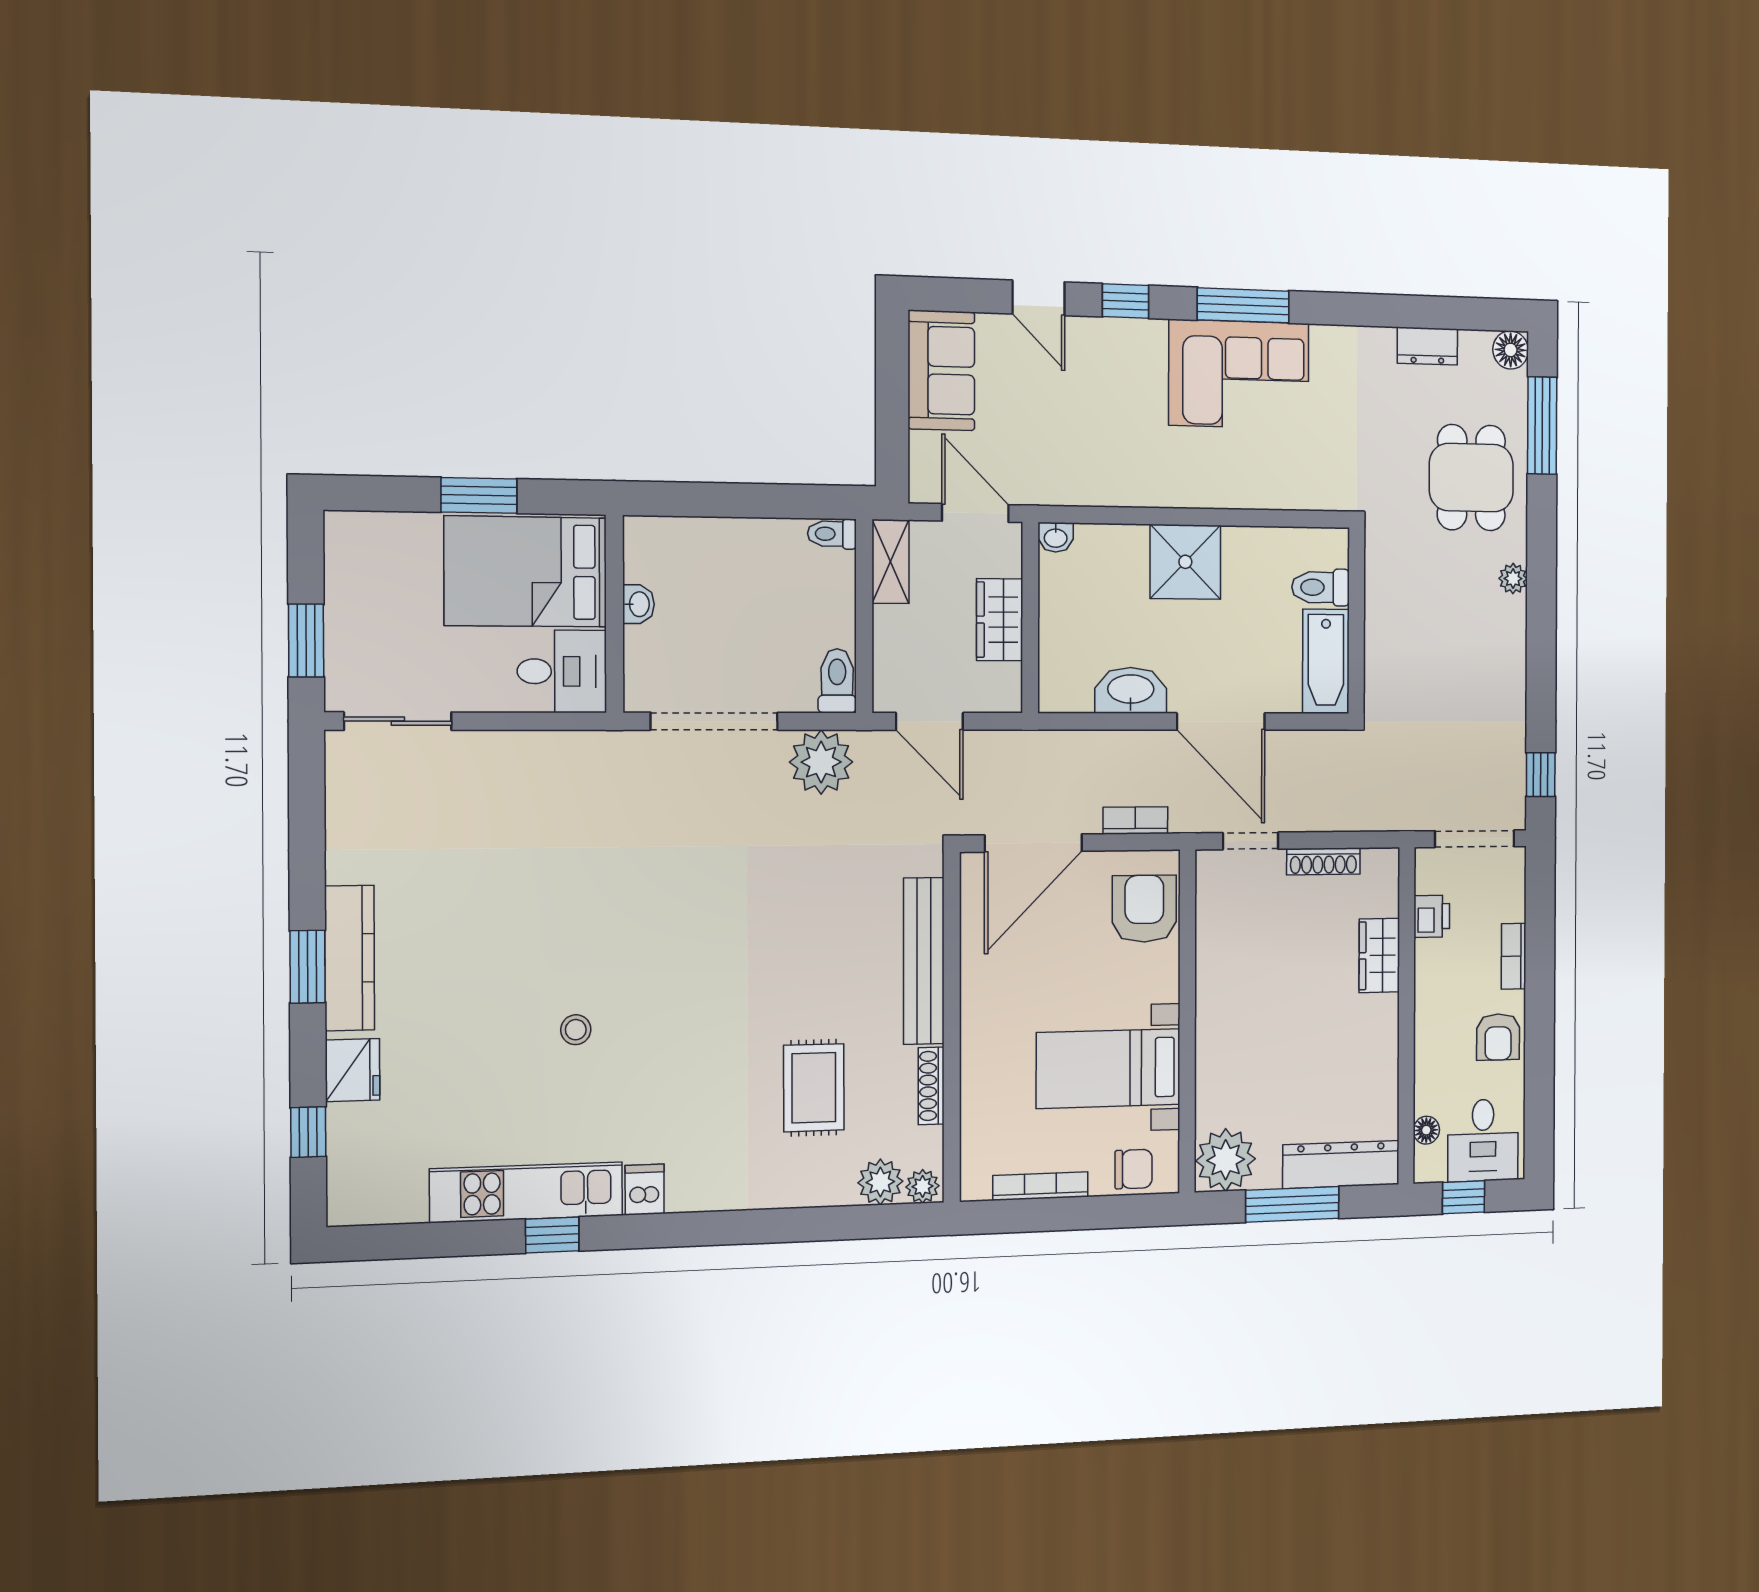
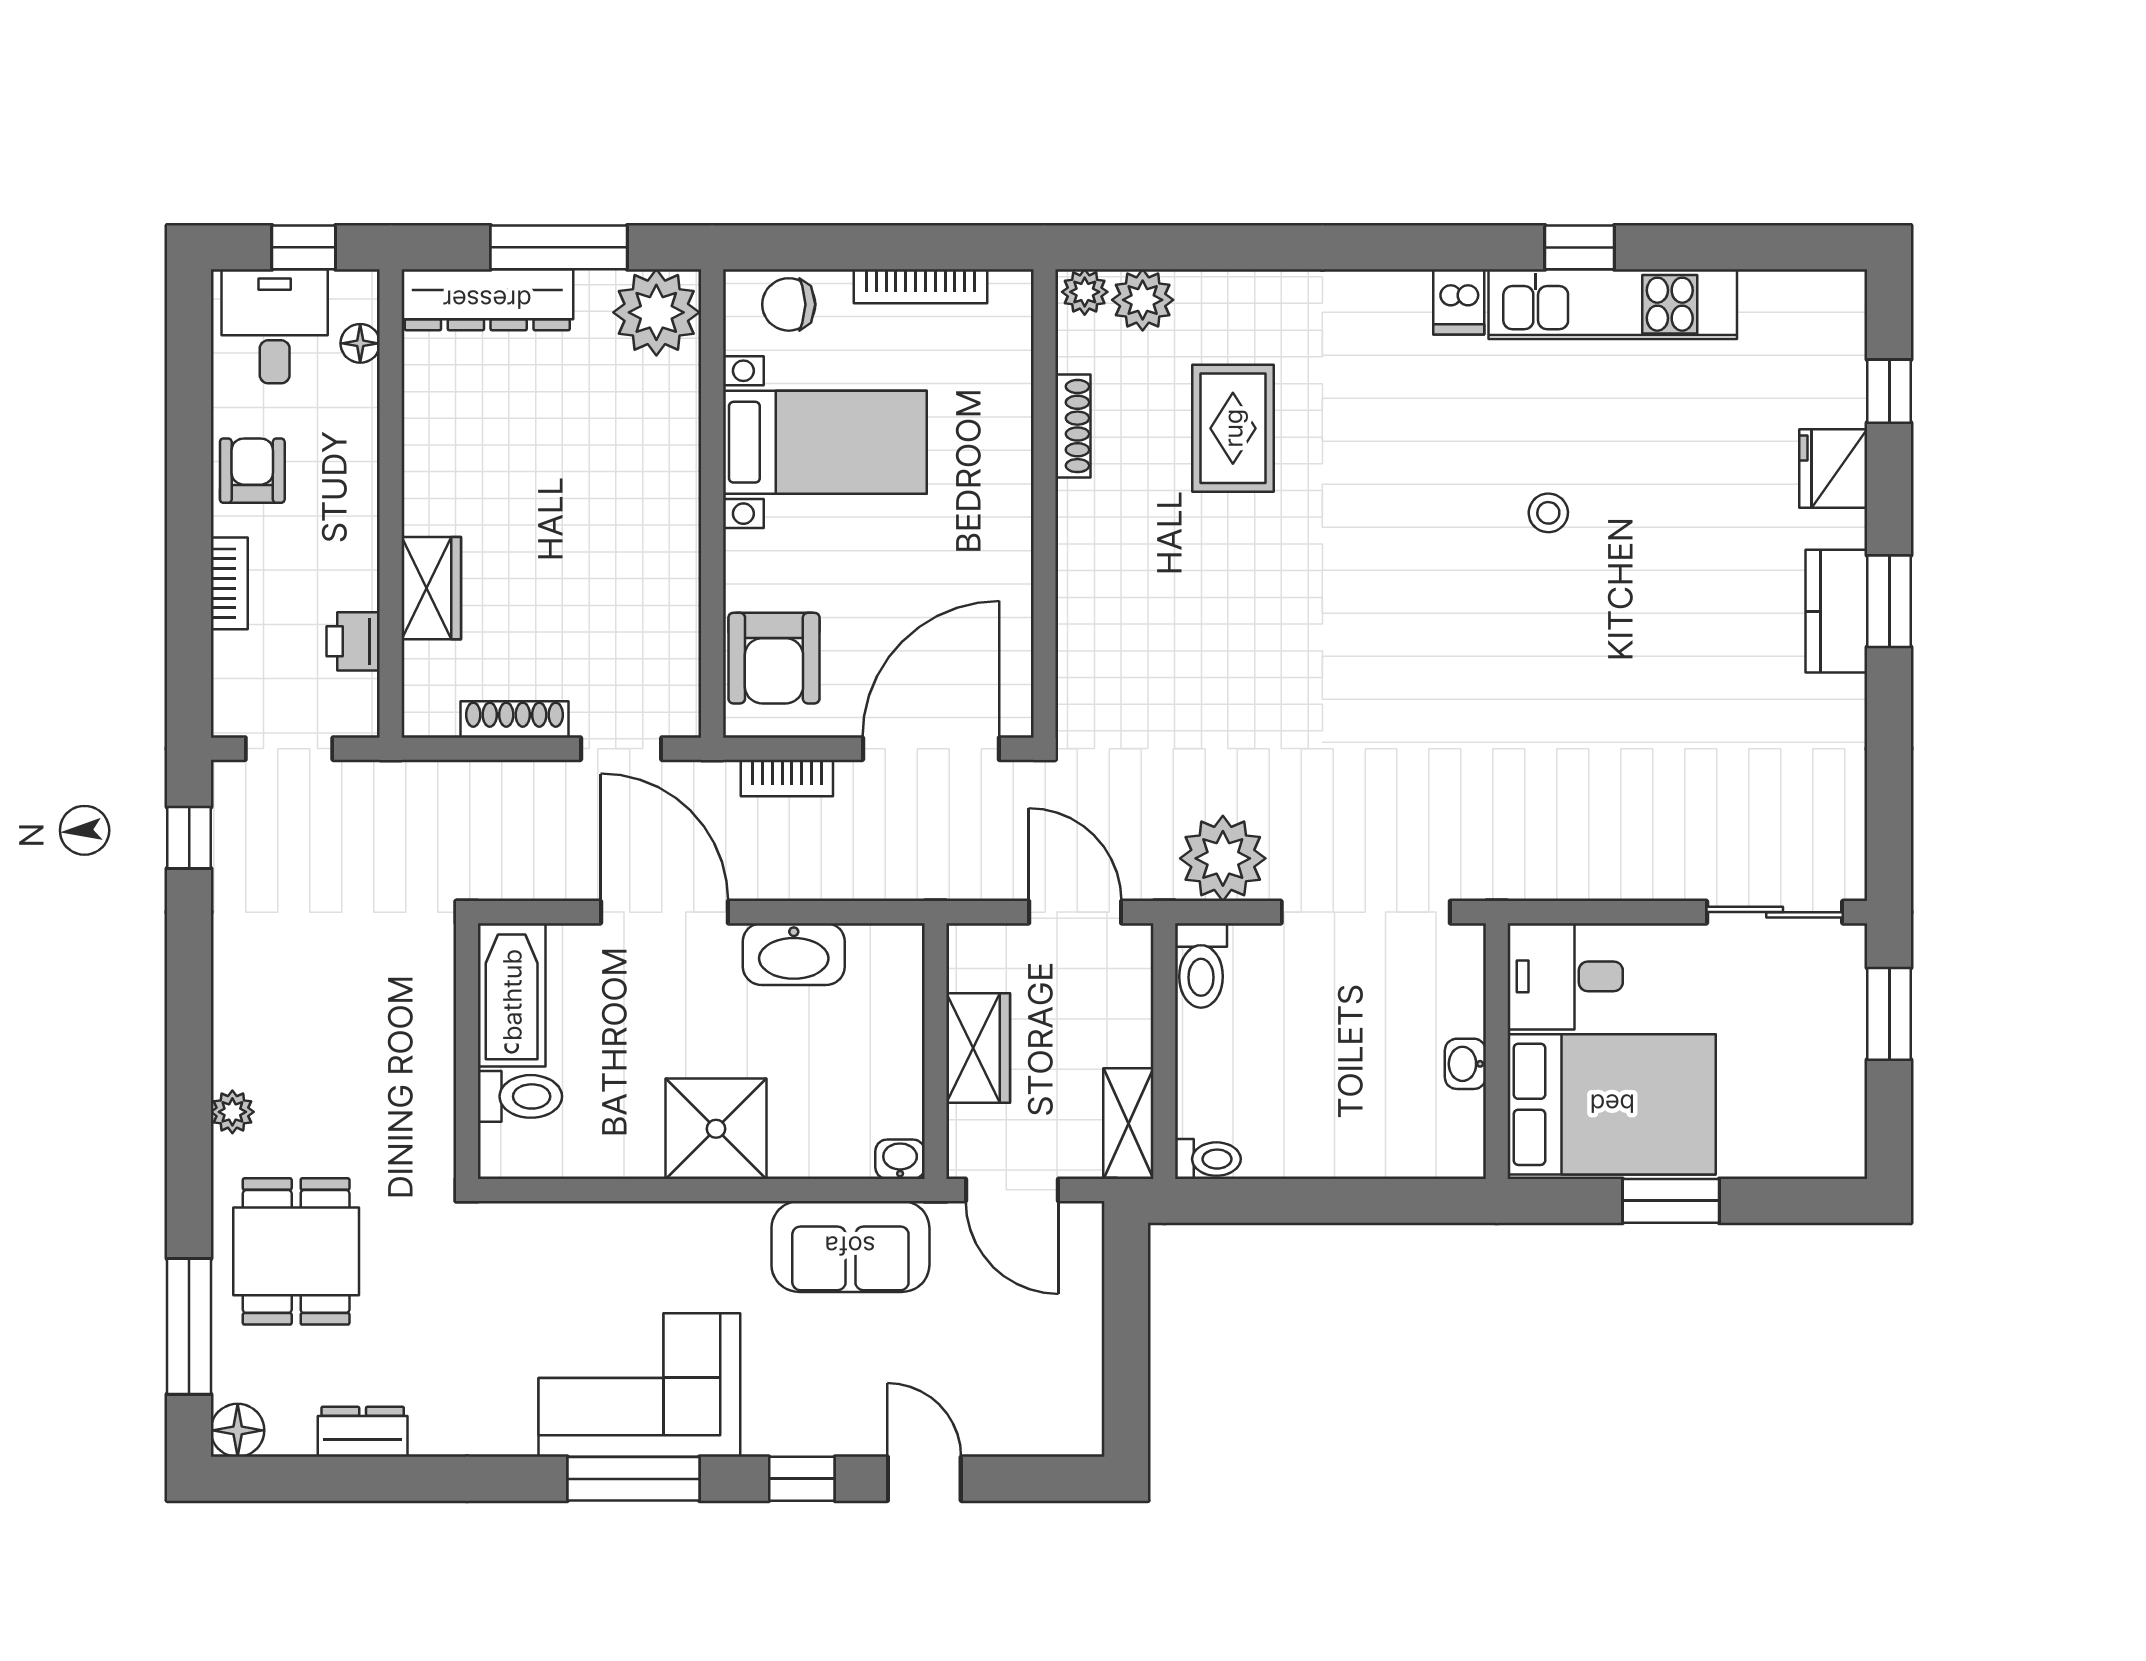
sofa: (941, 370) -> (850, 1246), moved, turned -90
doorway: (1475, 839) -> (289, 749), width x0.73
kitchen counter: (350, 958) -> (1836, 611), width x0.67
bench: (924, 961) -> (1083, 593), removed

